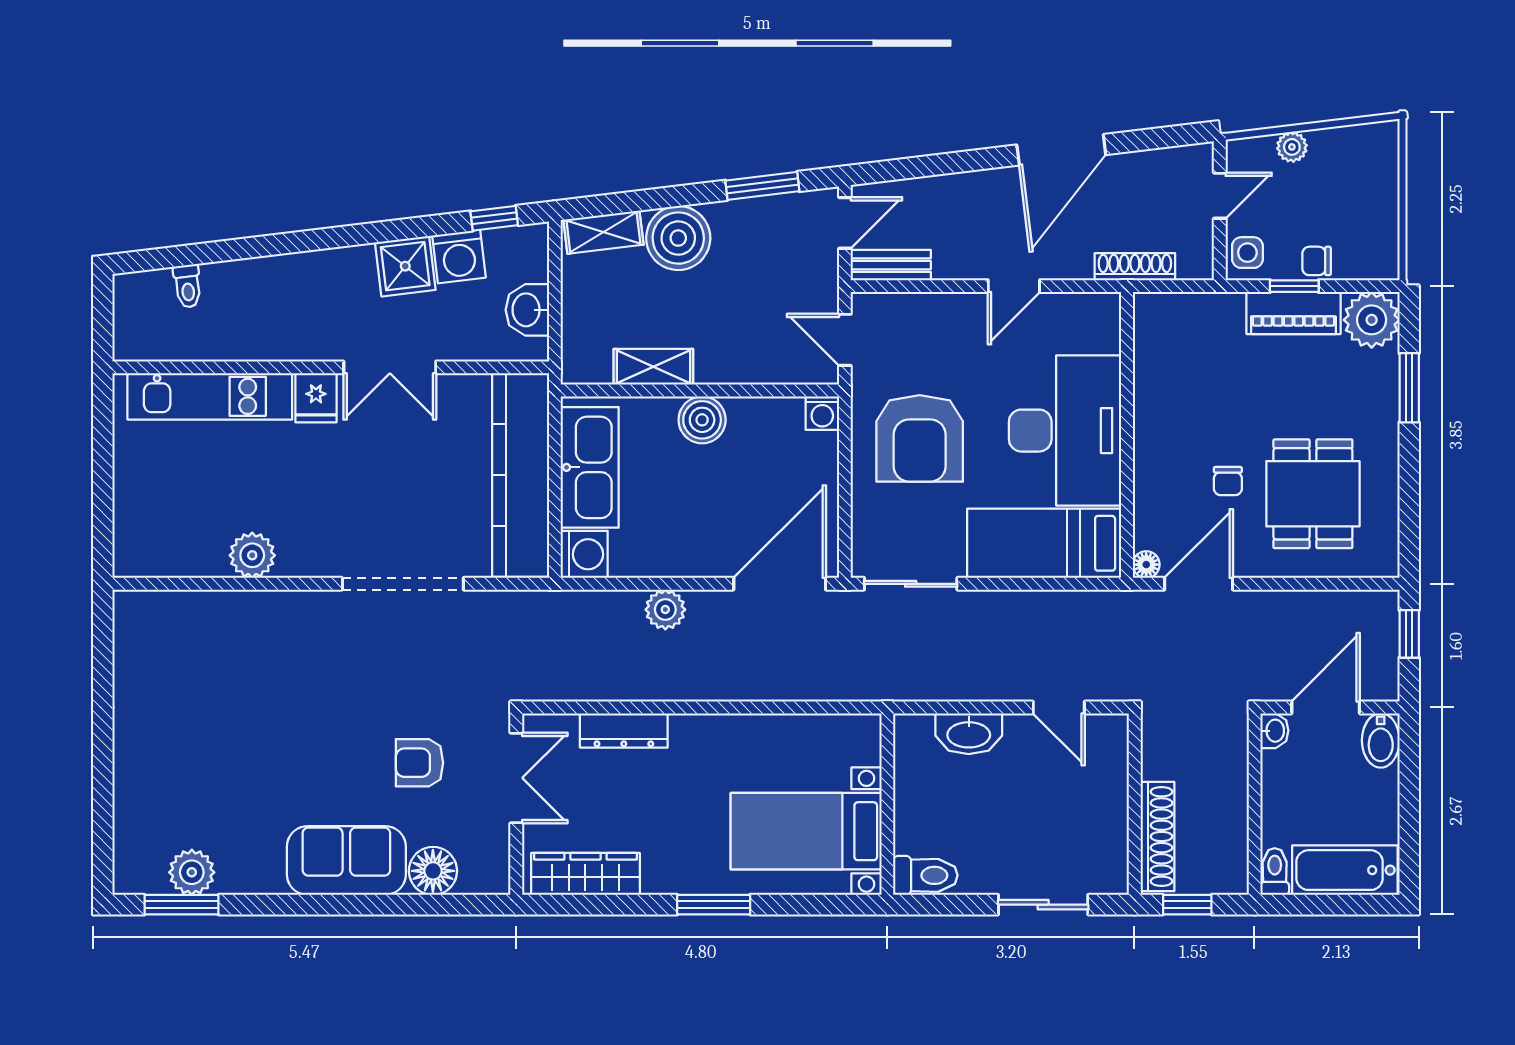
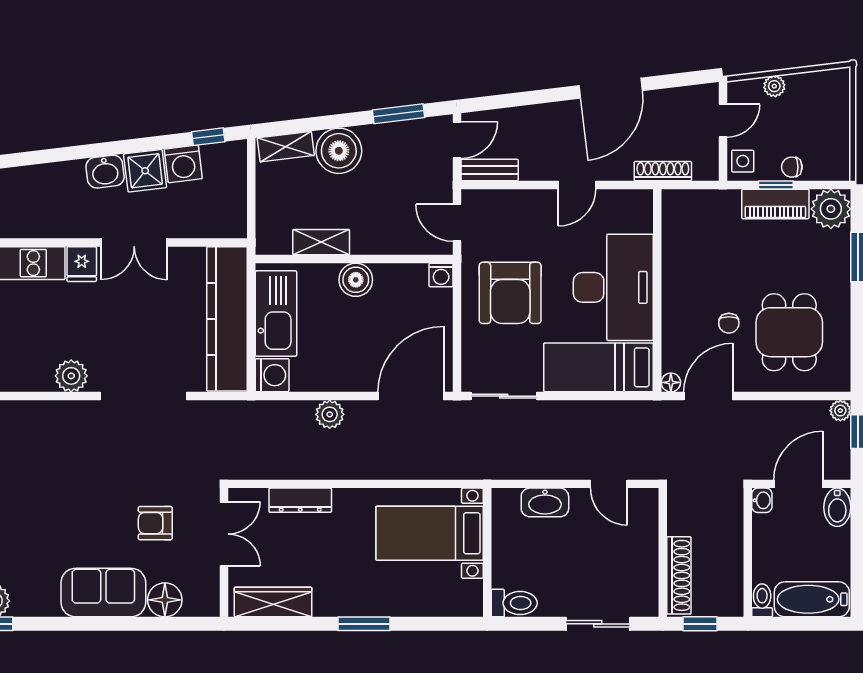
washbasin: (527, 310) -> (105, 172), moved, turned -97
plant: (252, 555) -> (71, 376), moved
plant: (1385, 604) -> (840, 411), added
bed with nightstands: (806, 831) -> (430, 533), moved

